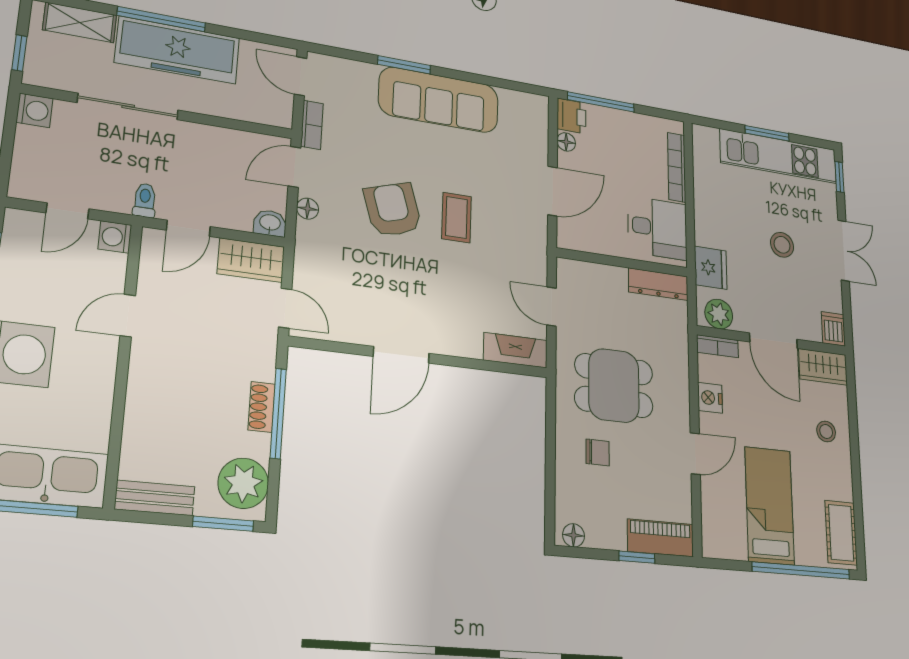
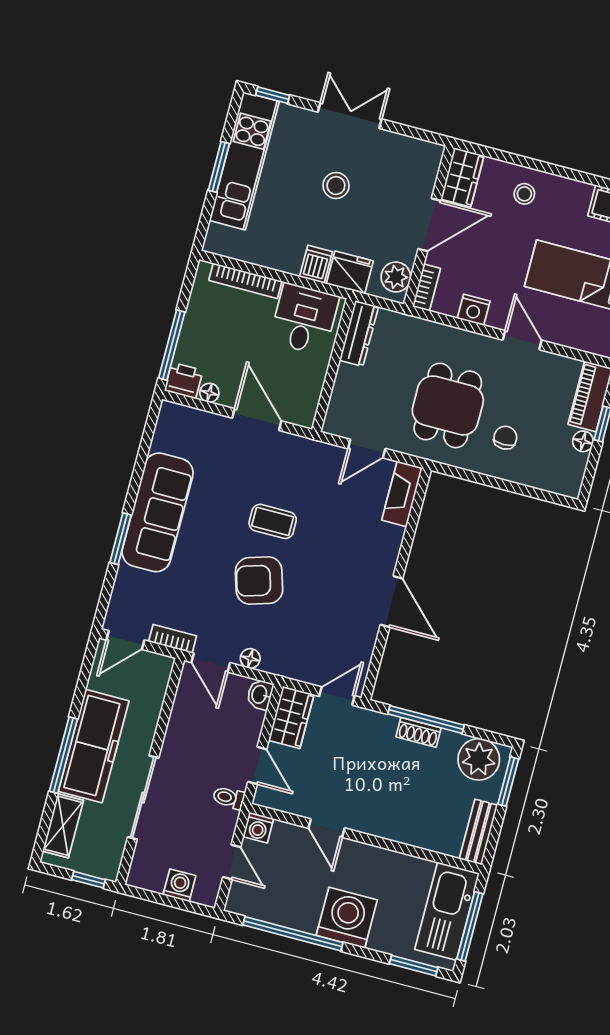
washing machine: (34, 110) -> (179, 885), moved
dishwasher: (833, 329) -> (316, 264), moved, turned 90
floor lamp: (574, 535) -> (583, 441), moved

